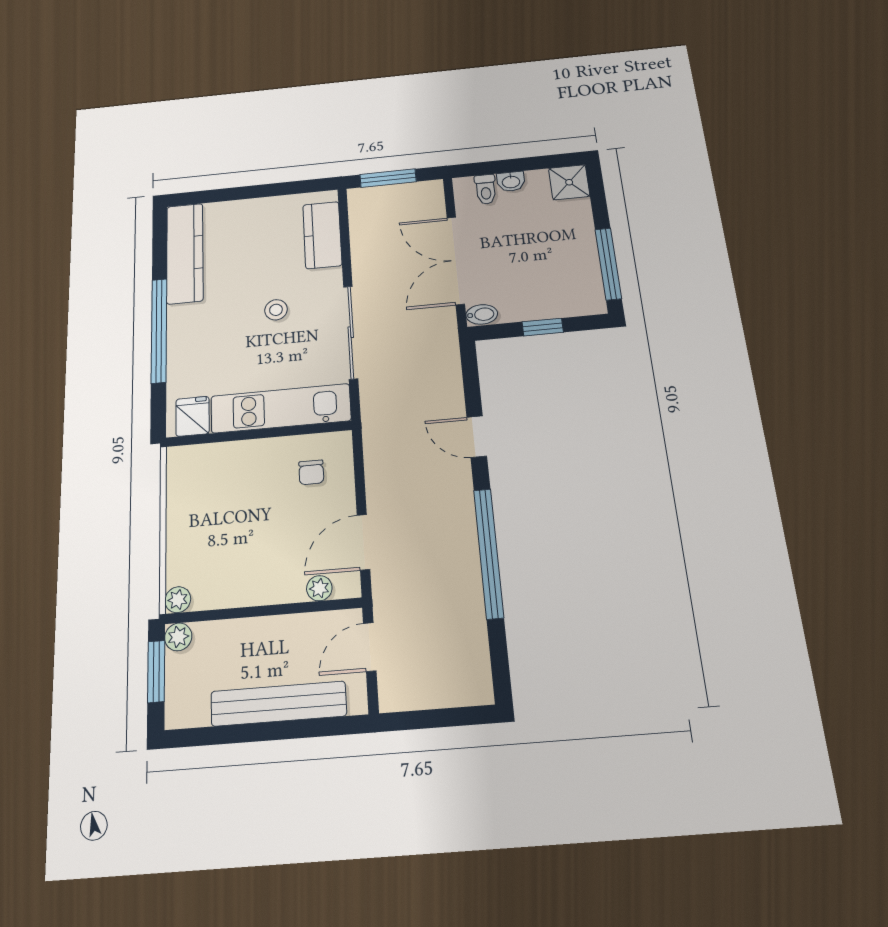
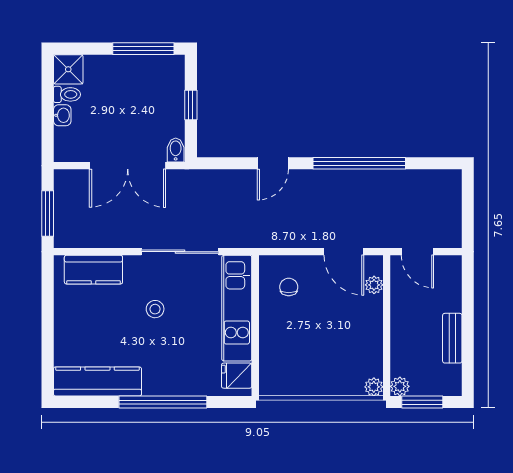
toilet: (486, 189) -> (67, 94), moved
chair: (311, 472) -> (289, 287), turned -90
bench: (278, 704) -> (452, 338), width x0.54, depth x0.82

